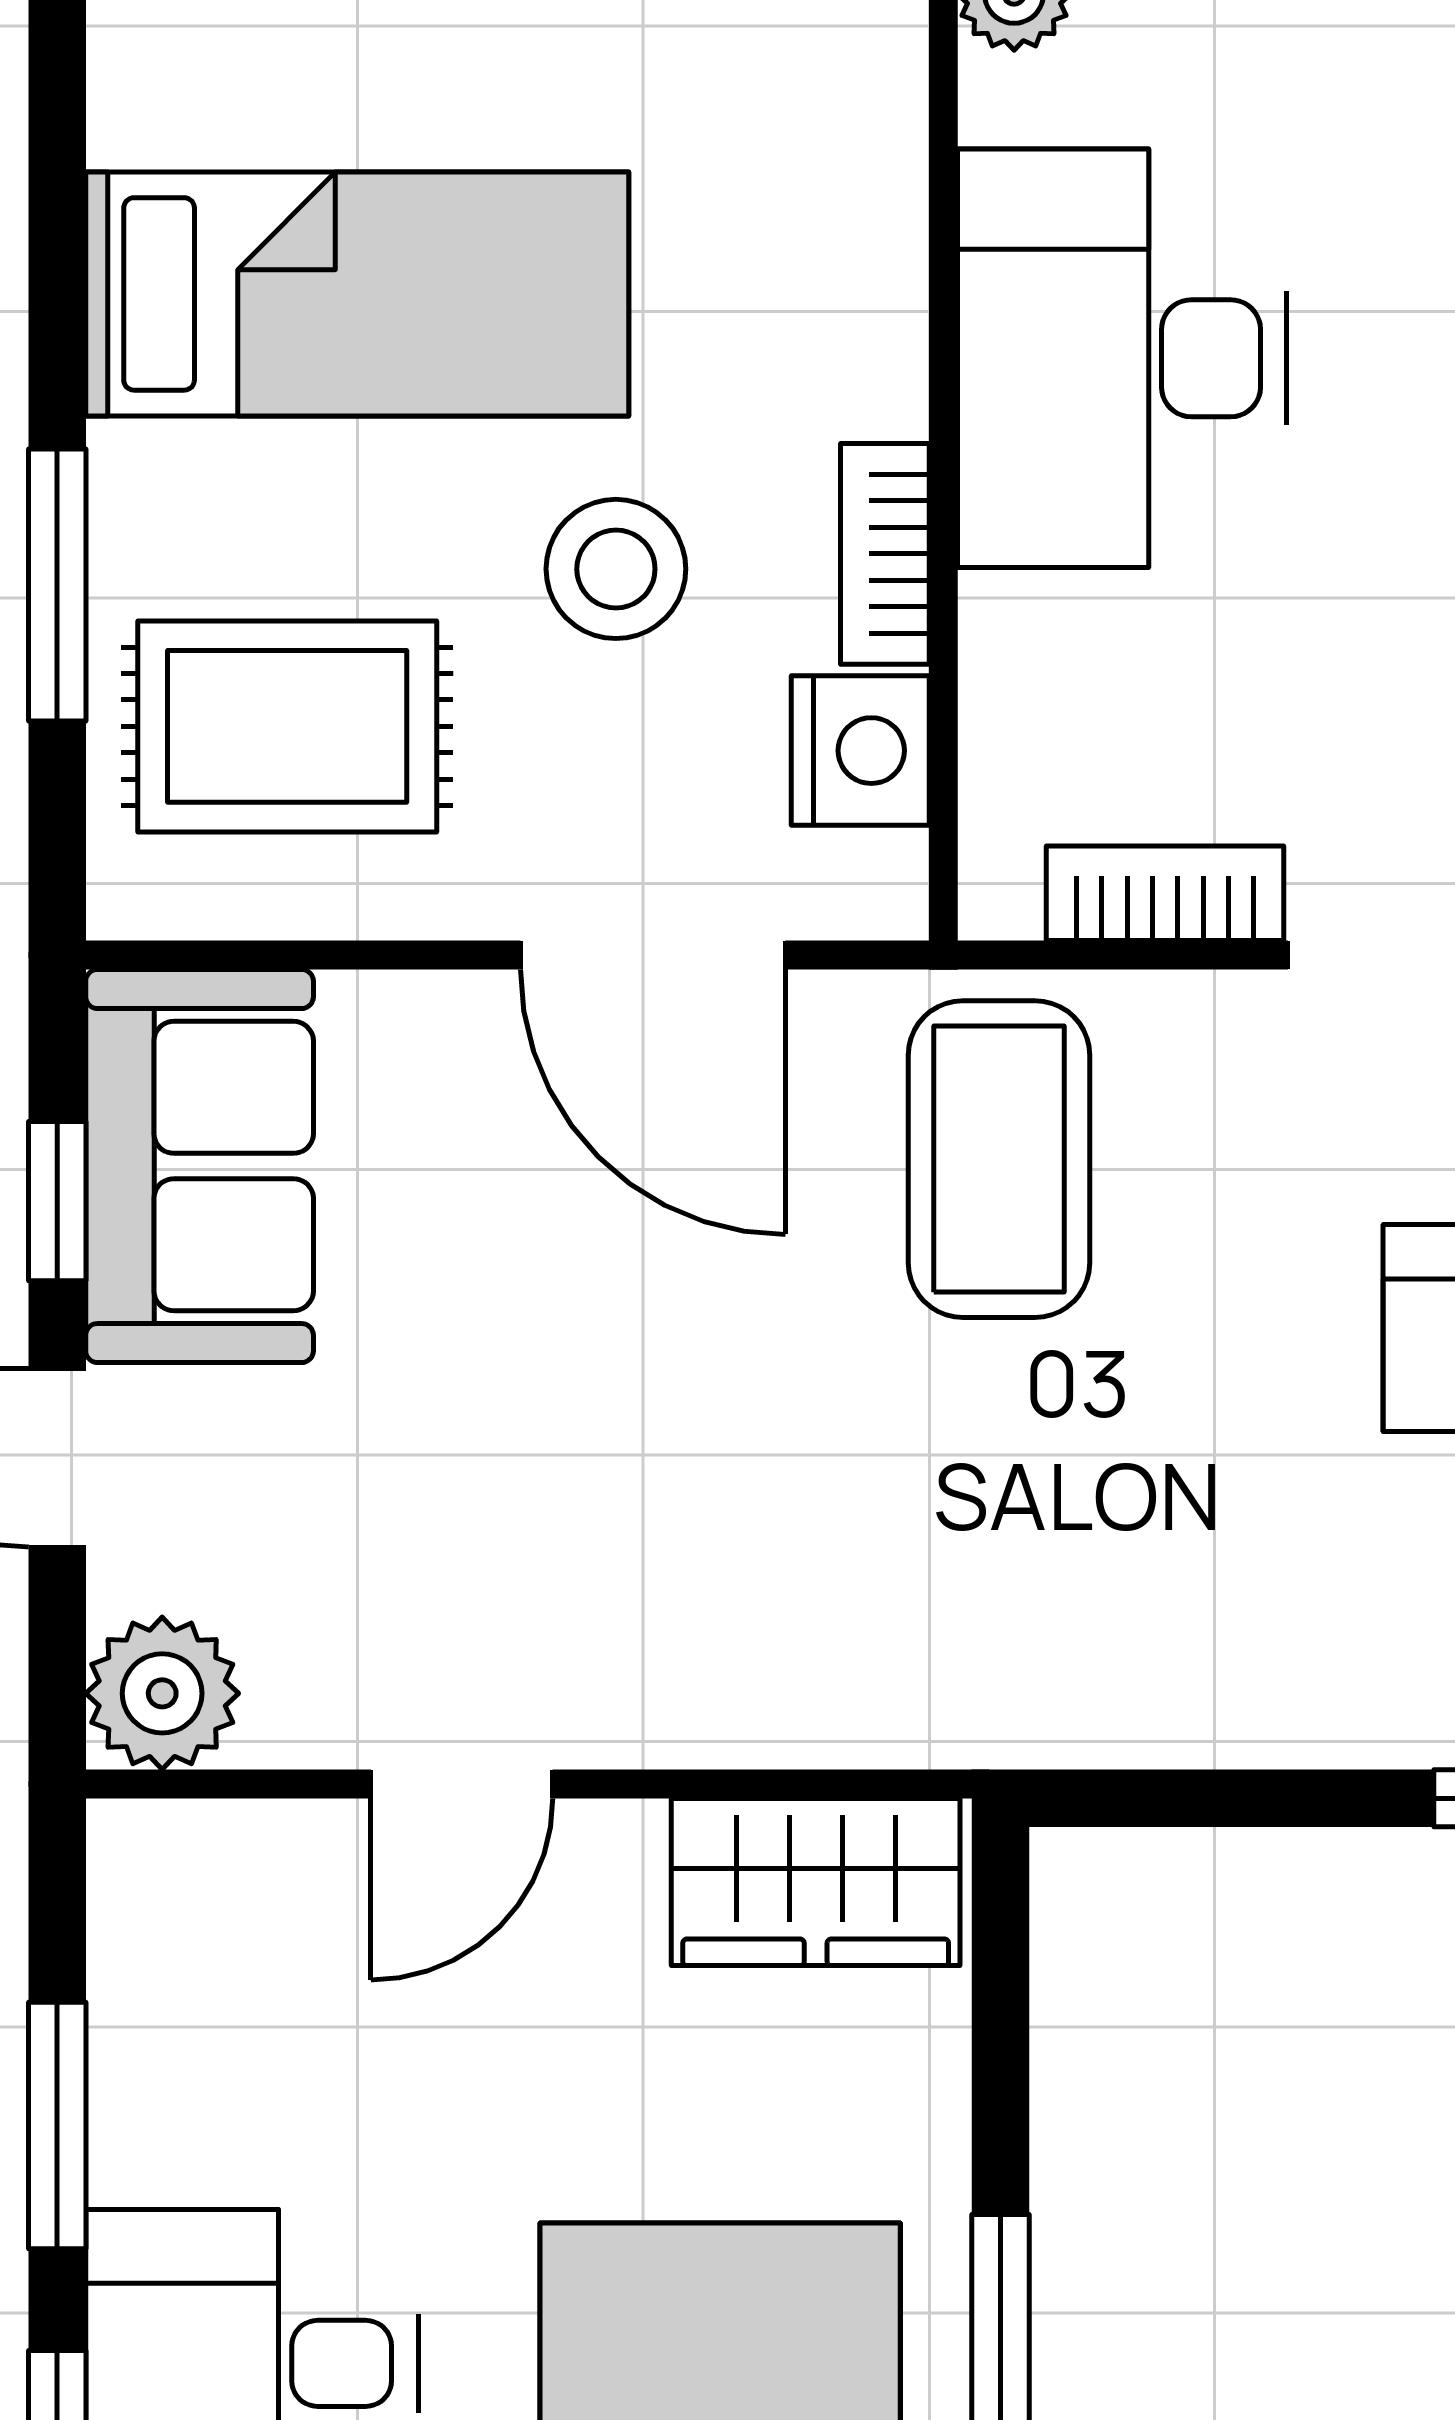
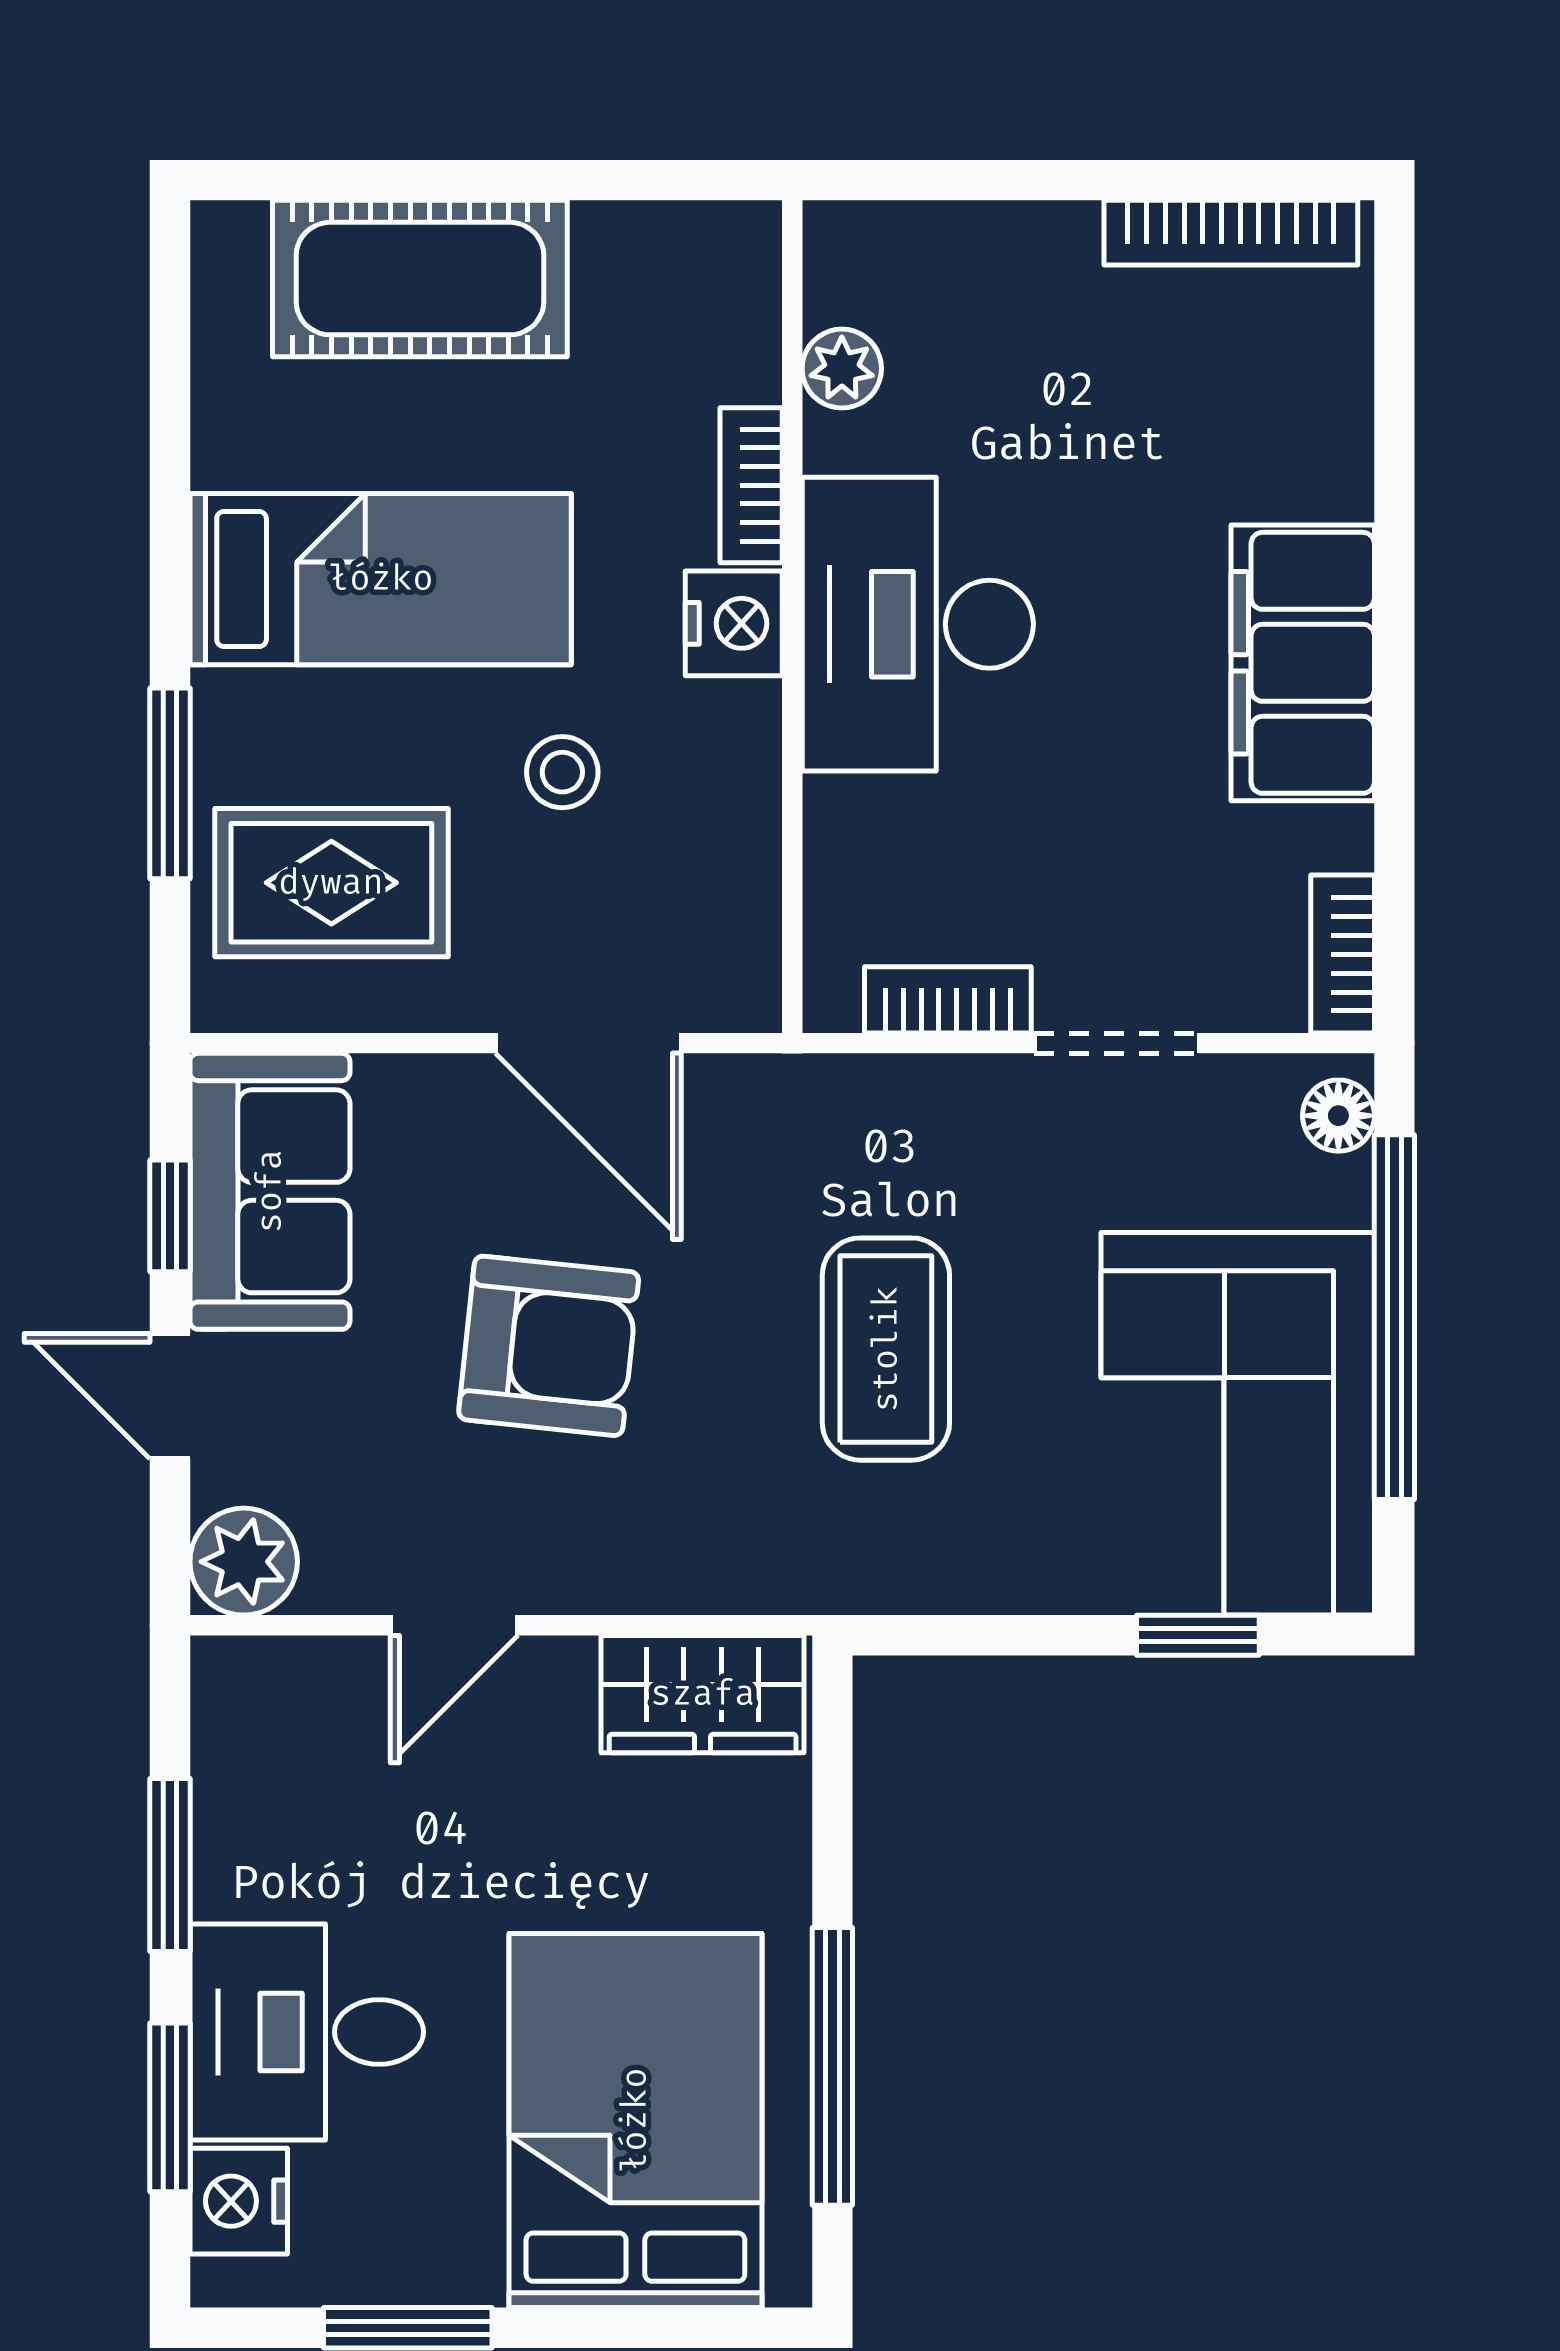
bookcase: (885, 554) -> (751, 485), moved
stool: (616, 569) -> (562, 772), width x0.73, depth x0.73
nightstand: (860, 751) -> (734, 623), moved
coffee table: (999, 1159) -> (886, 1349), moved
armchair: (596, 1386) -> (549, 1346), added

